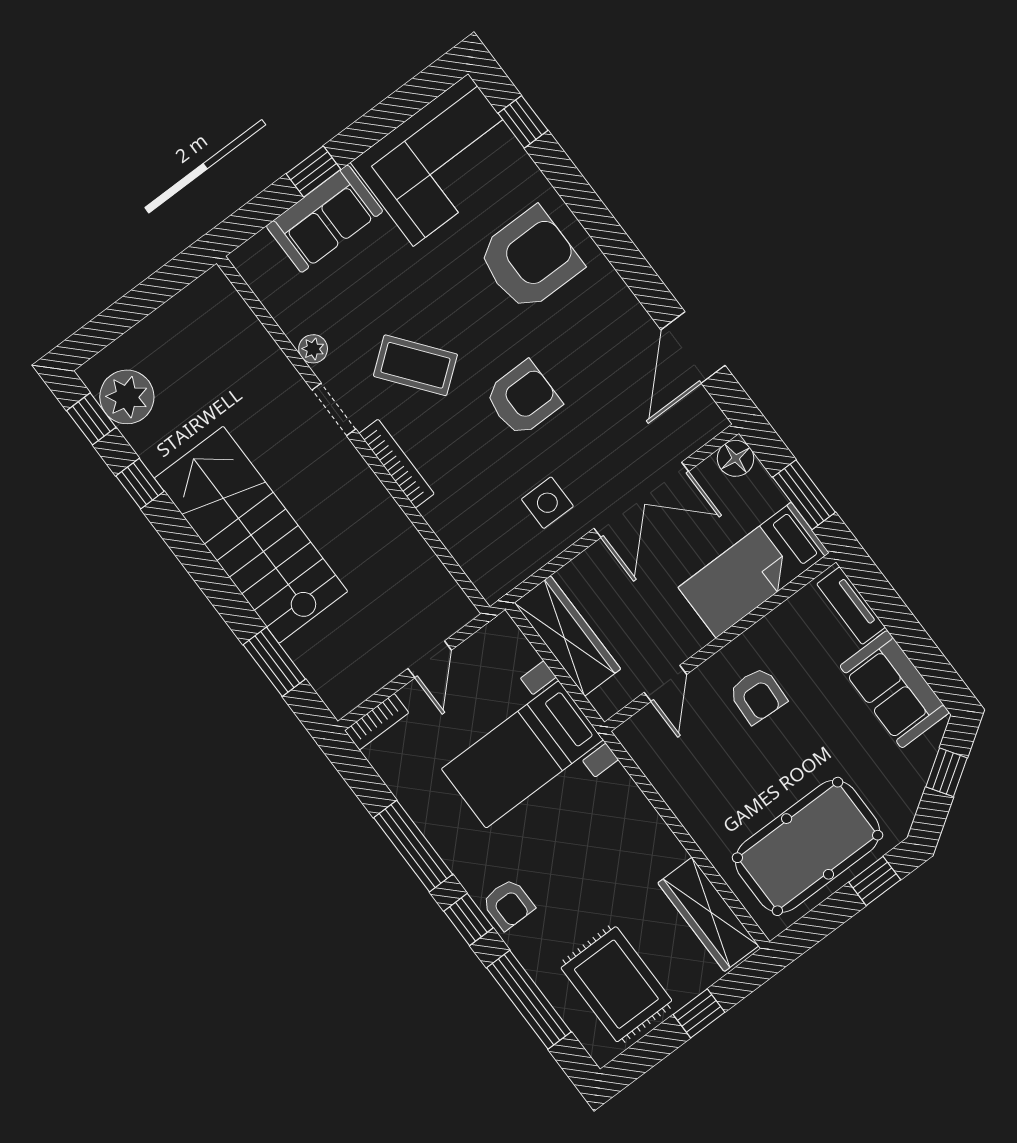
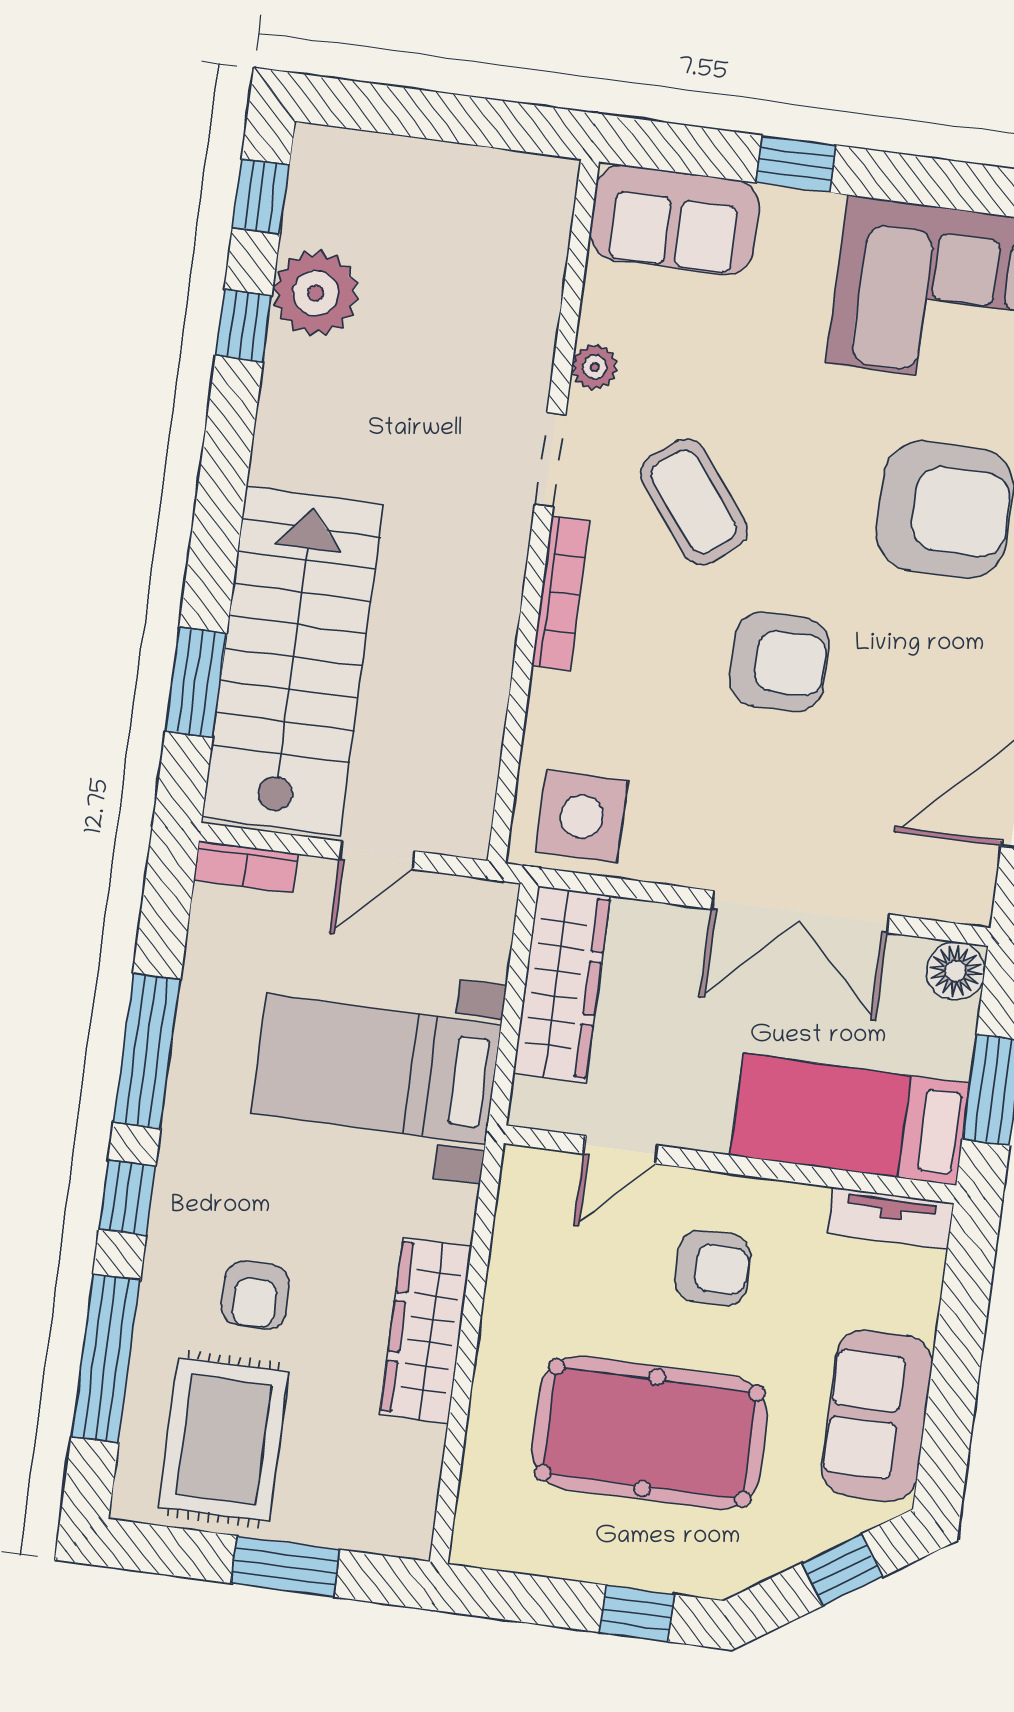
sofa: (325, 219) -> (675, 220), moved
plant: (127, 397) -> (316, 293), moved
side table: (547, 503) -> (582, 816), moved, width x1.37, depth x1.37
stairs: (251, 535) -> (293, 661), moved
tv unit: (851, 606) -> (890, 1218), moved, turned -90
armchair: (758, 695) -> (713, 1268), turned -93
pool table: (808, 846) -> (650, 1433), moved
armchair: (508, 904) -> (255, 1295), moved
wardrobe: (708, 914) -> (426, 1330), moved
window: (699, 1013) -> (286, 1566), width x1.50

